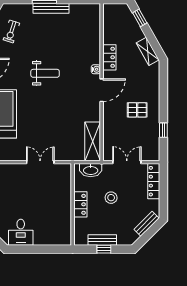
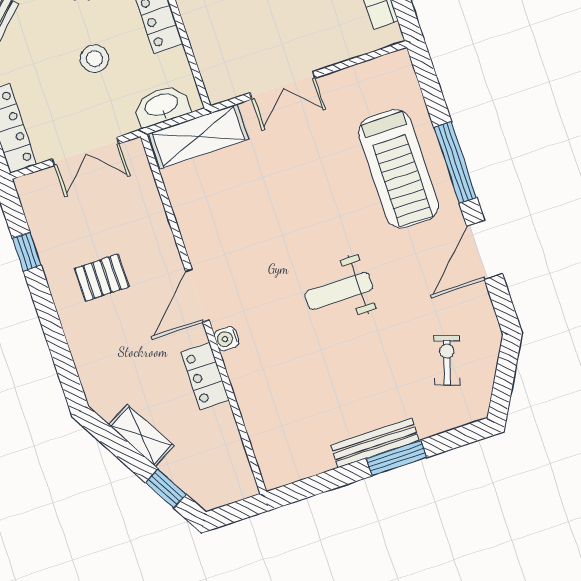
shelving: (148, 51) -> (141, 435), moved
shelving: (93, 141) -> (198, 136), moved, turned 90

